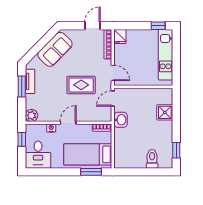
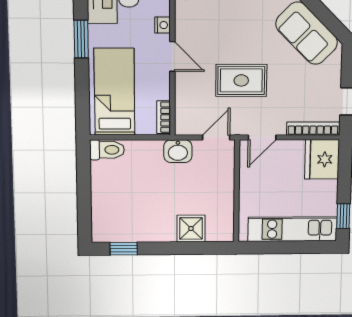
fridge: (120, 36) -> (322, 159), width x1.88, depth x1.34
rug: (81, 85) -> (241, 80), turned 90
door: (113, 99) -> (216, 137), hinge flipped
toilet: (152, 159) -> (107, 150), moved
window: (91, 172) -> (81, 39), moved

